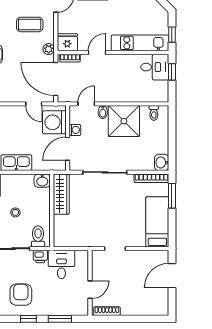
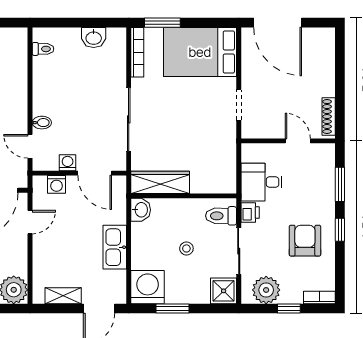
shower: (124, 121) -> (55, 92), removed
washing machine: (54, 122) -> (57, 184), width x0.53, depth x0.53
washbasin: (162, 162) -> (94, 38), moved
bed: (157, 222) -> (200, 52), width x1.50
door: (172, 276) -> (278, 23), width x1.36
armchair: (21, 295) -> (305, 241), turned 90

